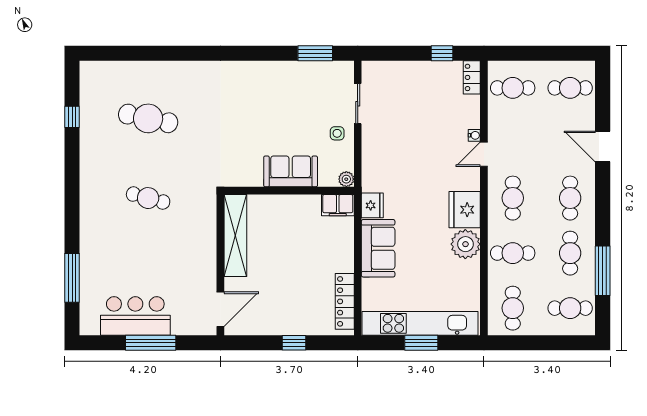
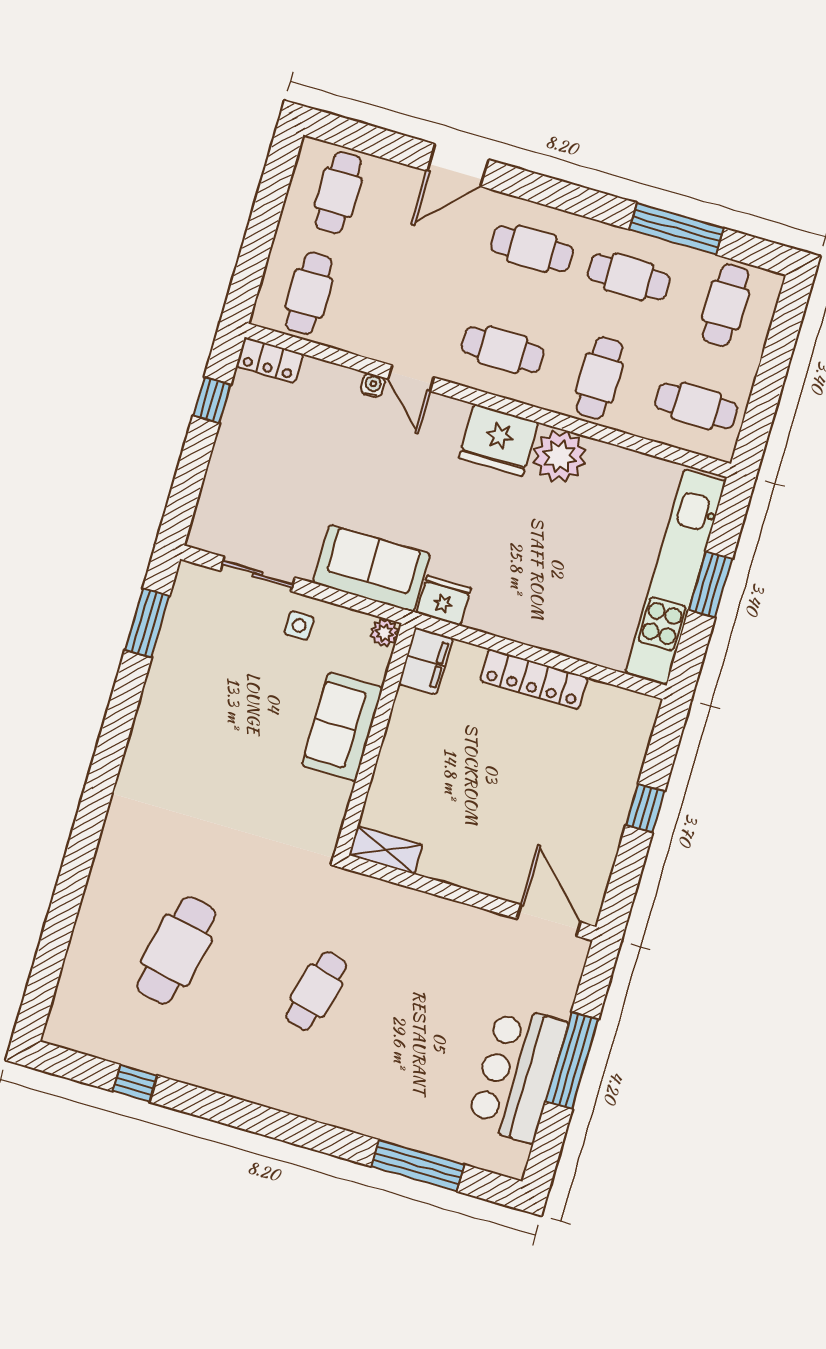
shelving: (235, 235) -> (386, 850), width x0.45, depth x0.75
sofa: (378, 248) -> (371, 568), moved
locker: (345, 301) -> (534, 679), moved

